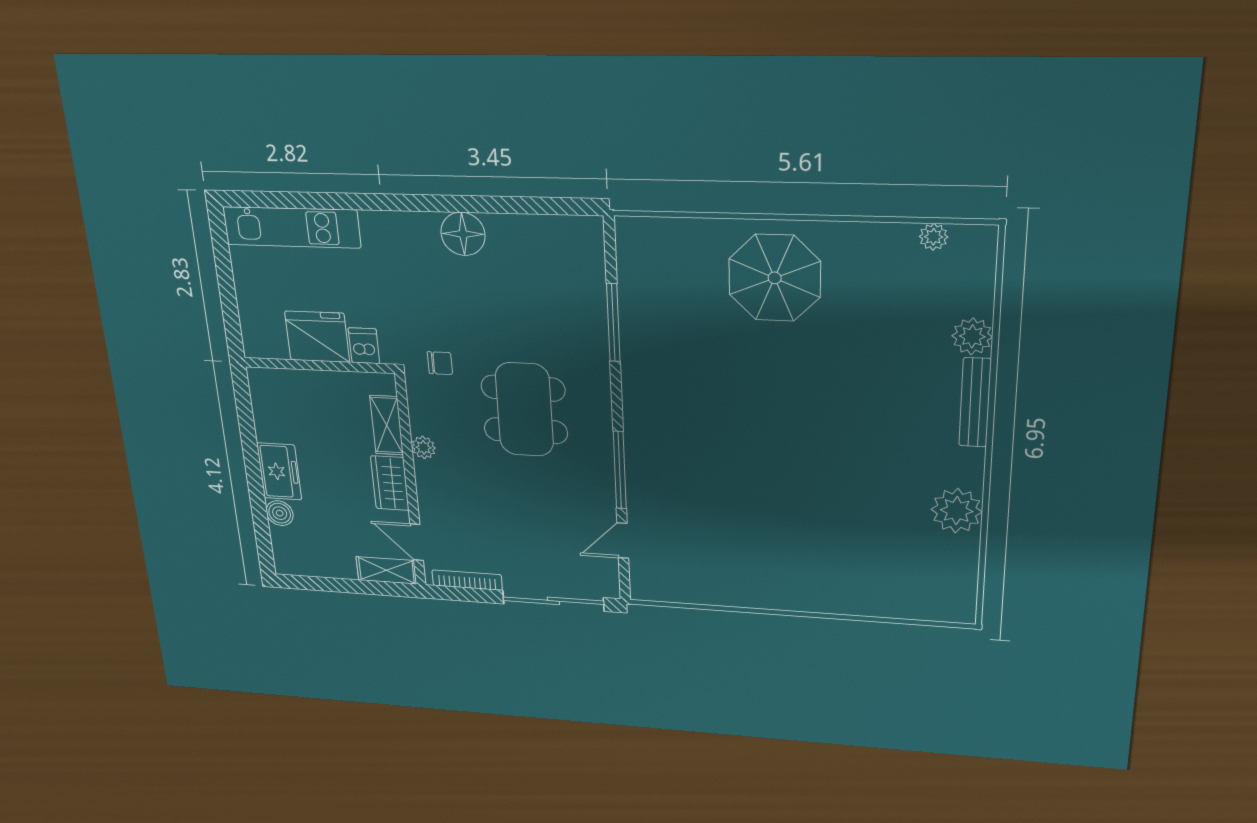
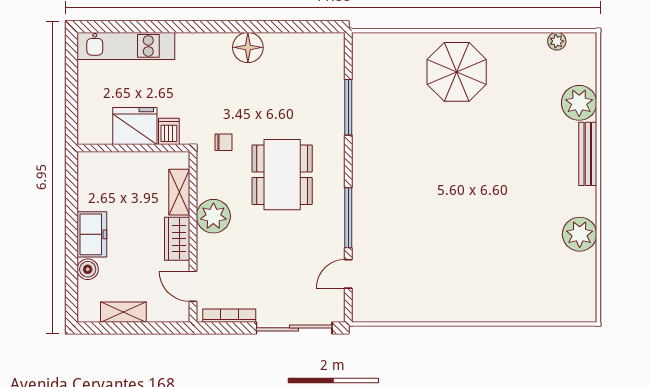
plant: (972, 336) -> (579, 103), width x1.36, depth x1.36
plant: (424, 447) -> (213, 216), width x1.88, depth x1.88
shelving: (386, 570) -> (123, 312), moved

